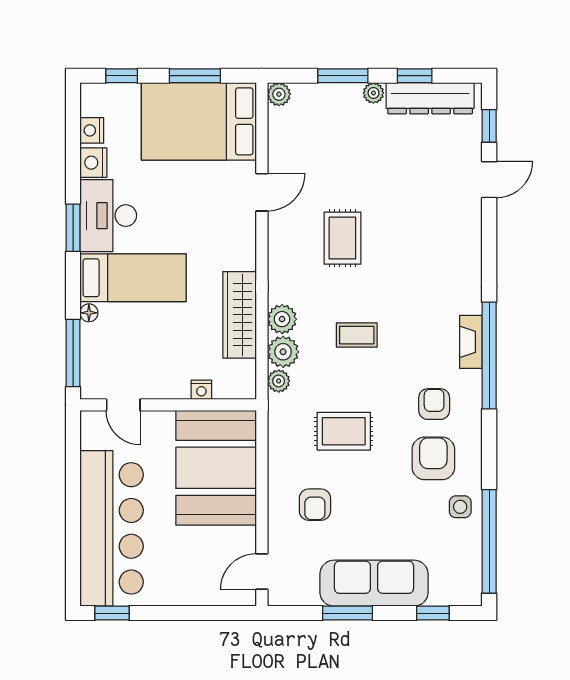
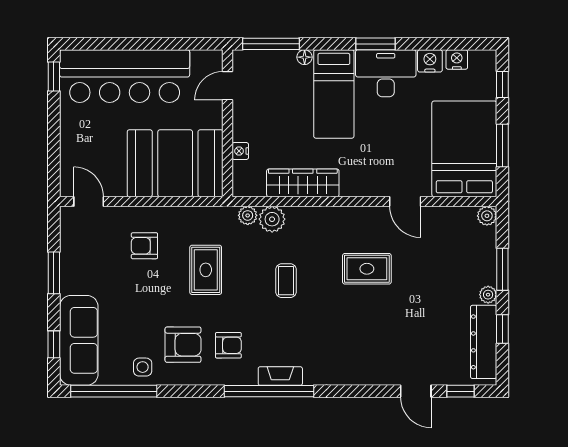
plant: (282, 319) -> (299, 218), removed
sofa: (374, 583) -> (79, 340), moved

